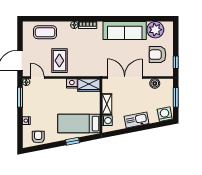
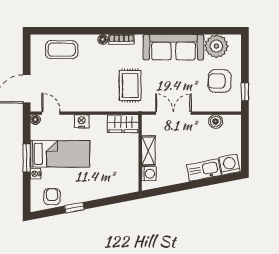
rug: (59, 61) -> (130, 86), moved
double door: (125, 77) -> (173, 113), width x0.73
nightstand: (72, 83) -> (82, 121), moved
window: (20, 97) -> (27, 158), moved
window: (176, 97) -> (245, 141), removed
kitchen sink: (137, 120) -> (204, 170), moved
bed: (79, 124) -> (60, 154), moved, turned 180
window: (73, 141) -> (74, 208), moved

